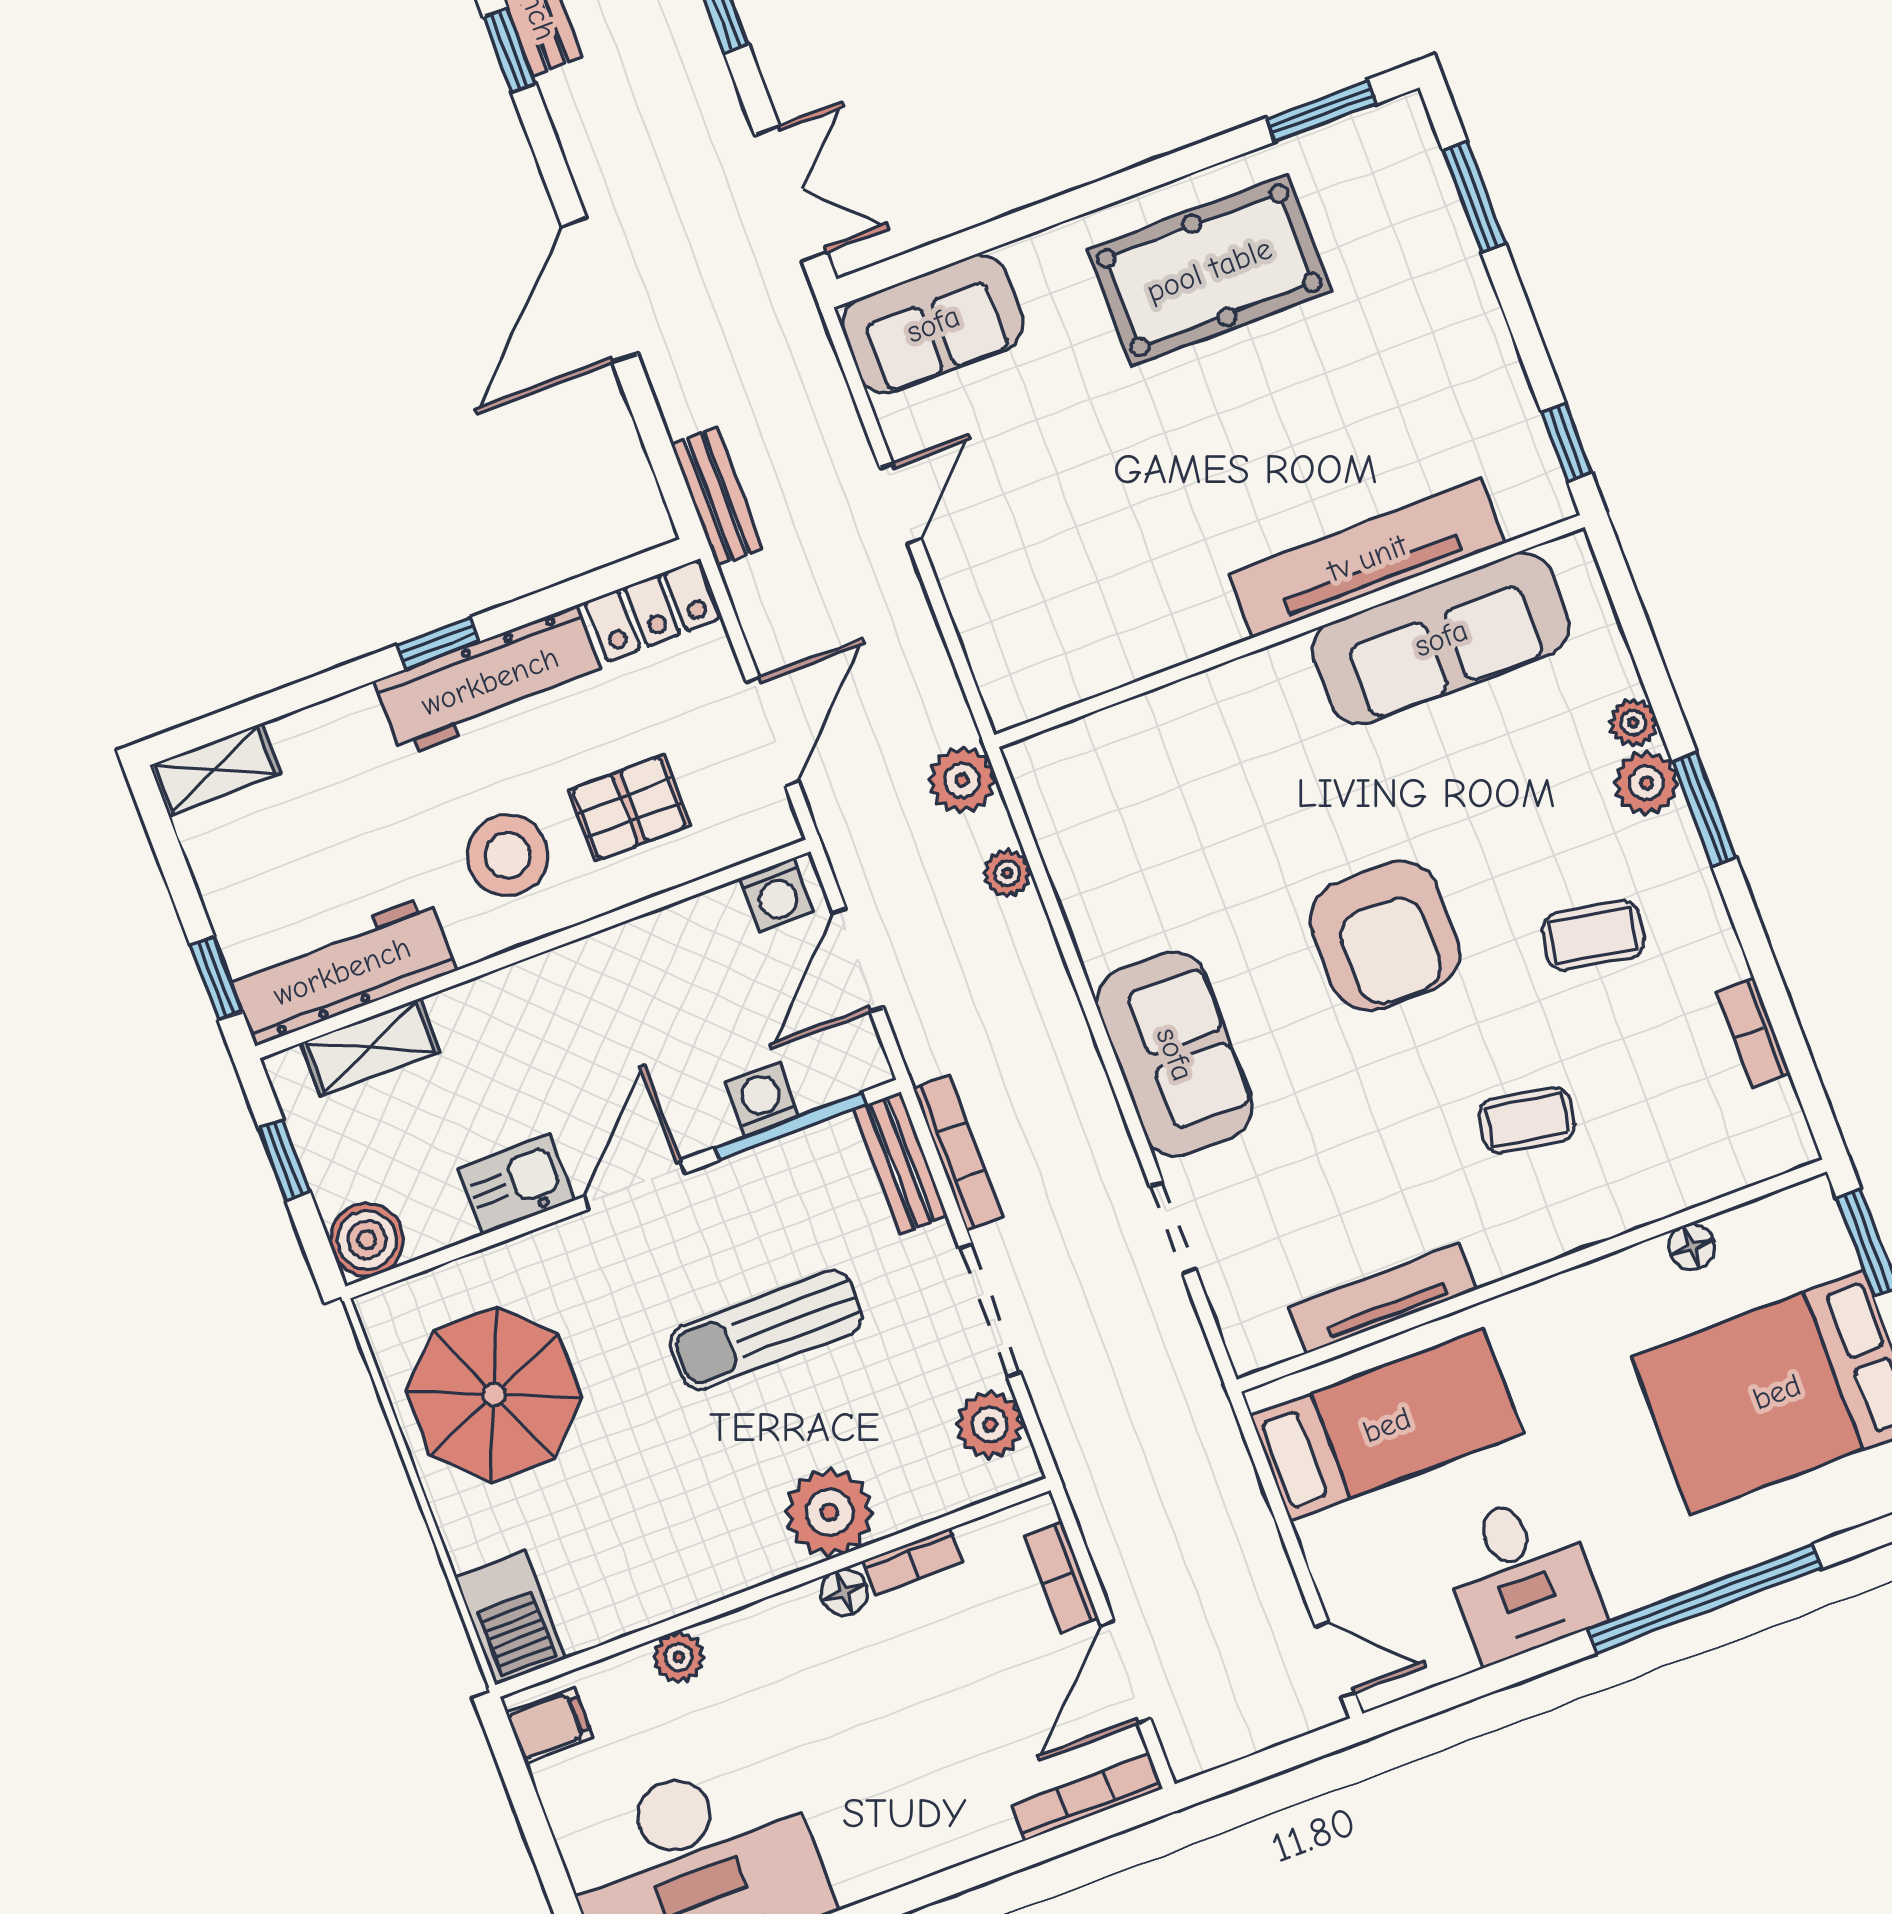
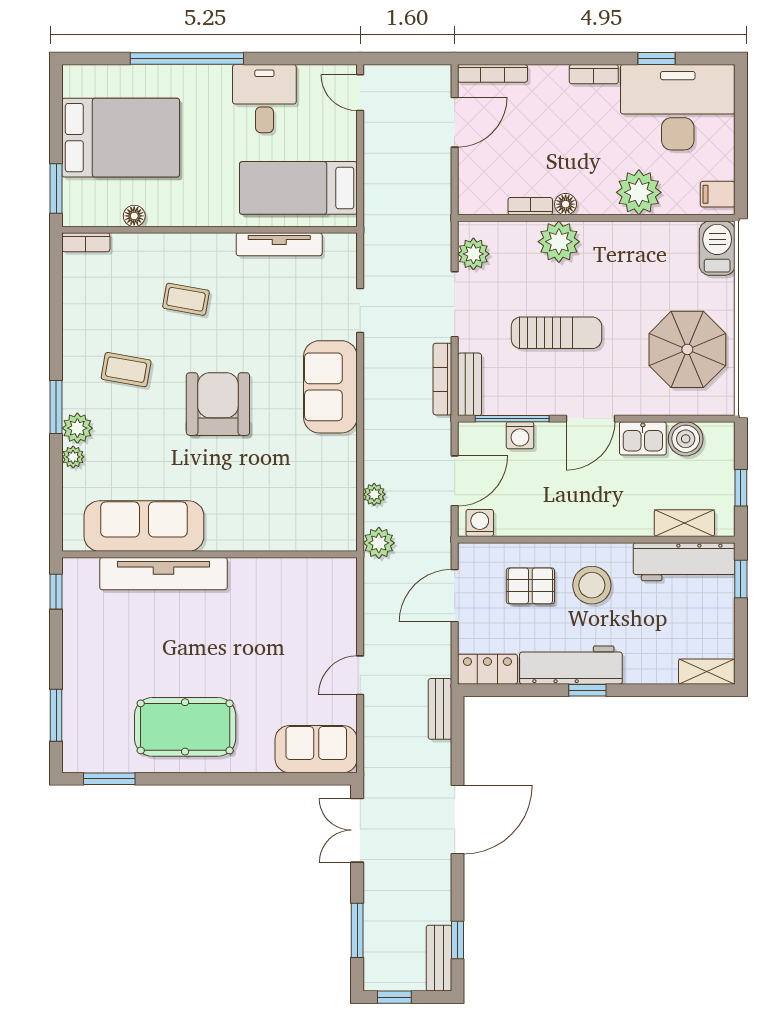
bookcase: (1753, 1032) -> (86, 242), moved, turned 90
boiler: (367, 1240) -> (686, 439), moved
bookcase: (1061, 1577) -> (594, 74), moved, turned 90
plant: (679, 1657) -> (639, 192), width x1.87, depth x1.87

